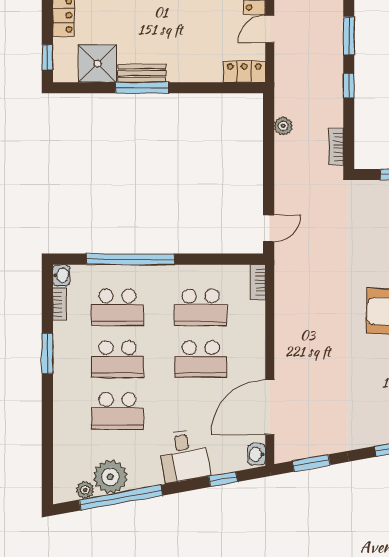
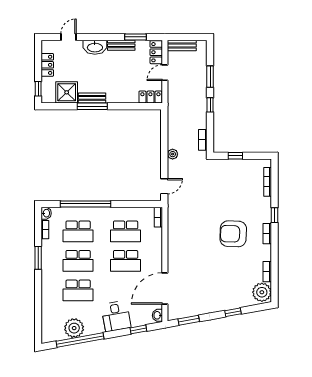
plant: (283, 126) -> (173, 154), moved
plant: (85, 490) -> (60, 336), removed

